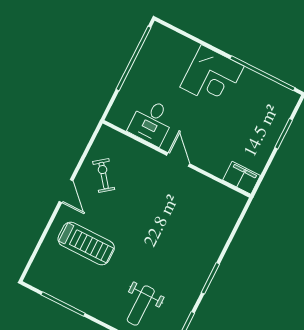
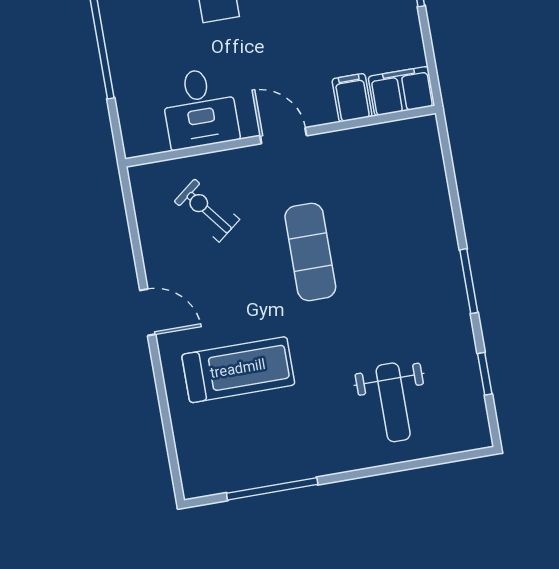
filing cabinet: (219, 165) -> (352, 98), added
exercise bike: (104, 176) -> (207, 210), moved
exercise mat: (153, 217) -> (310, 252), added

